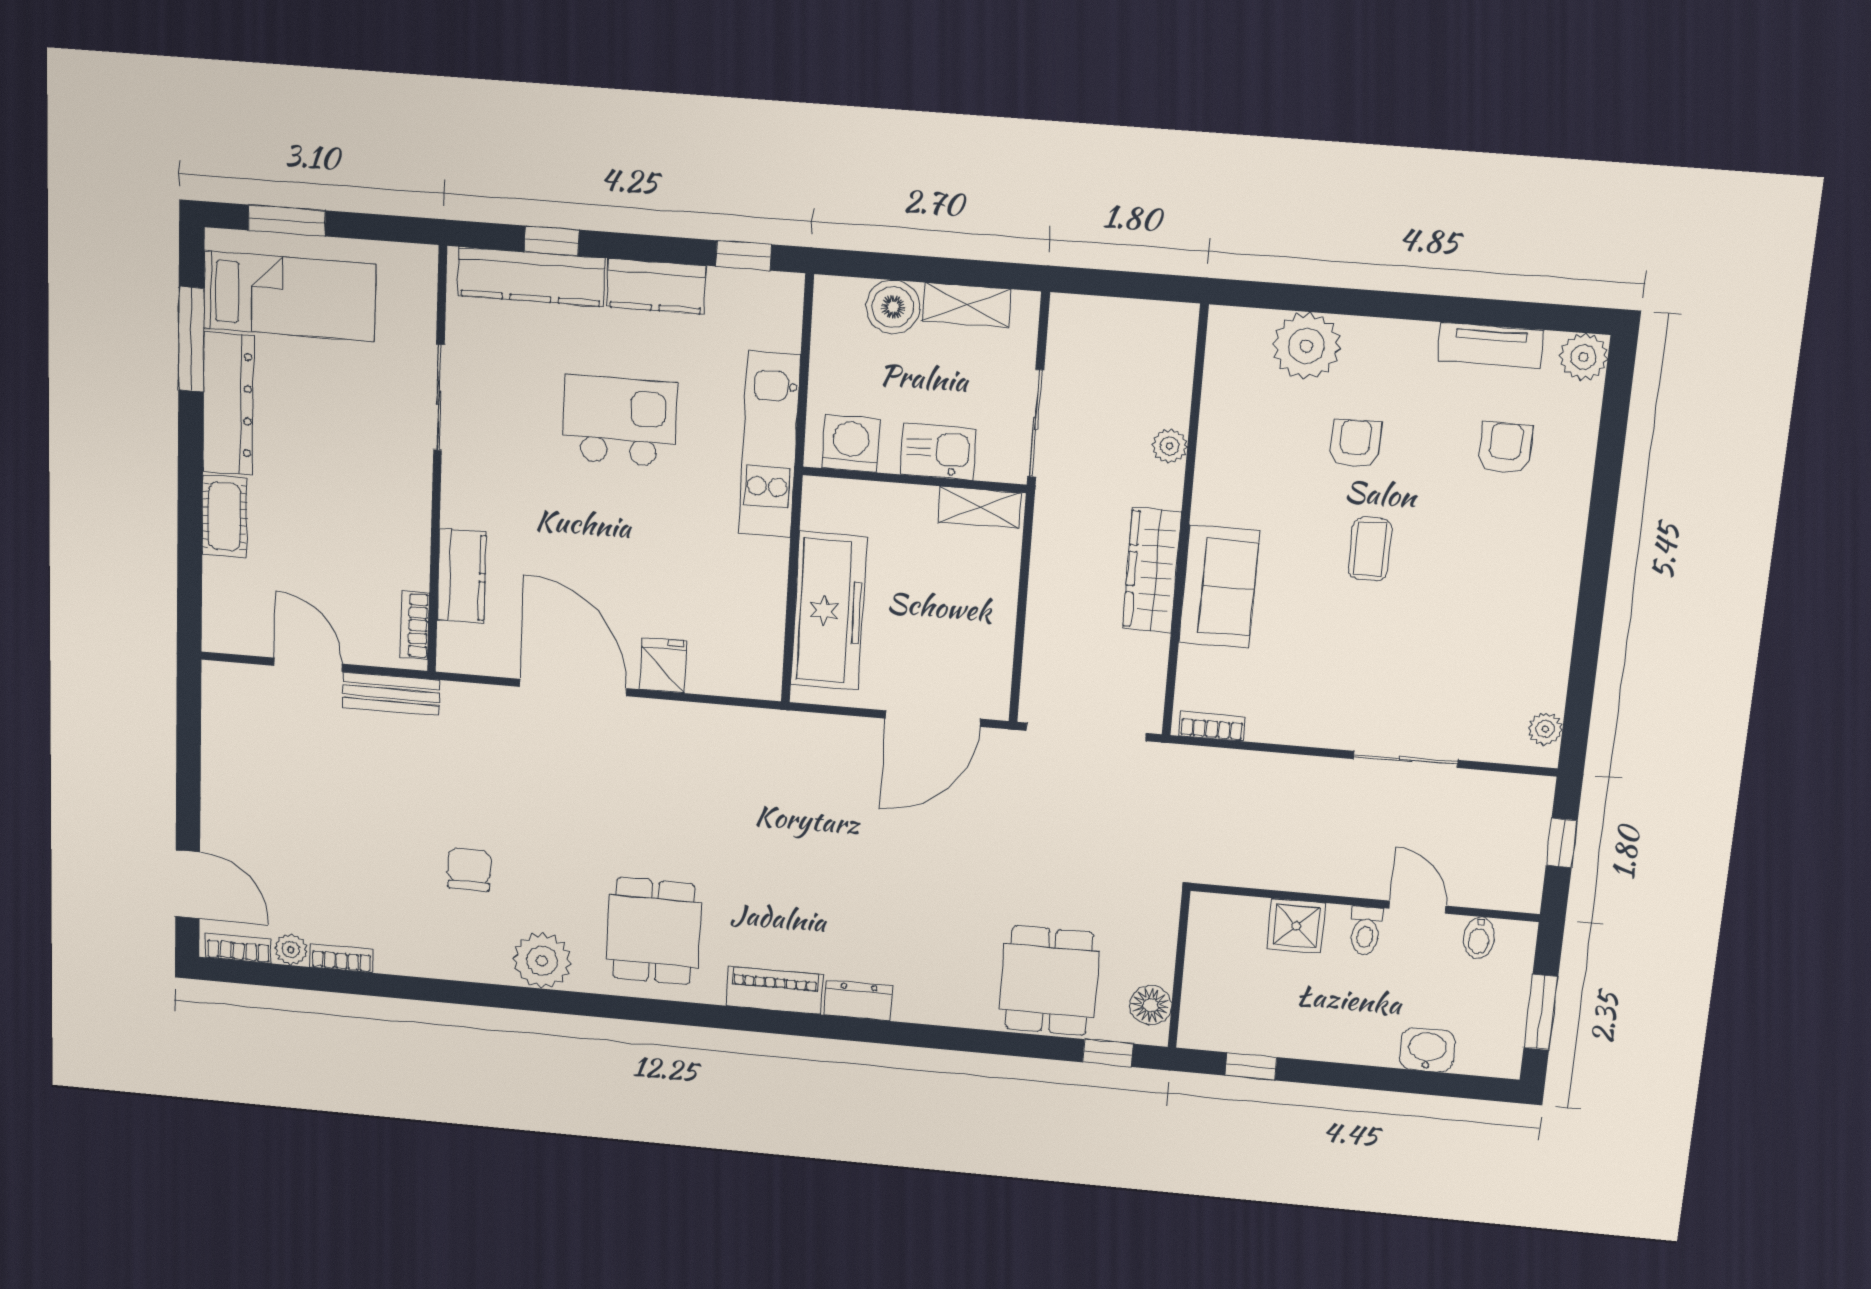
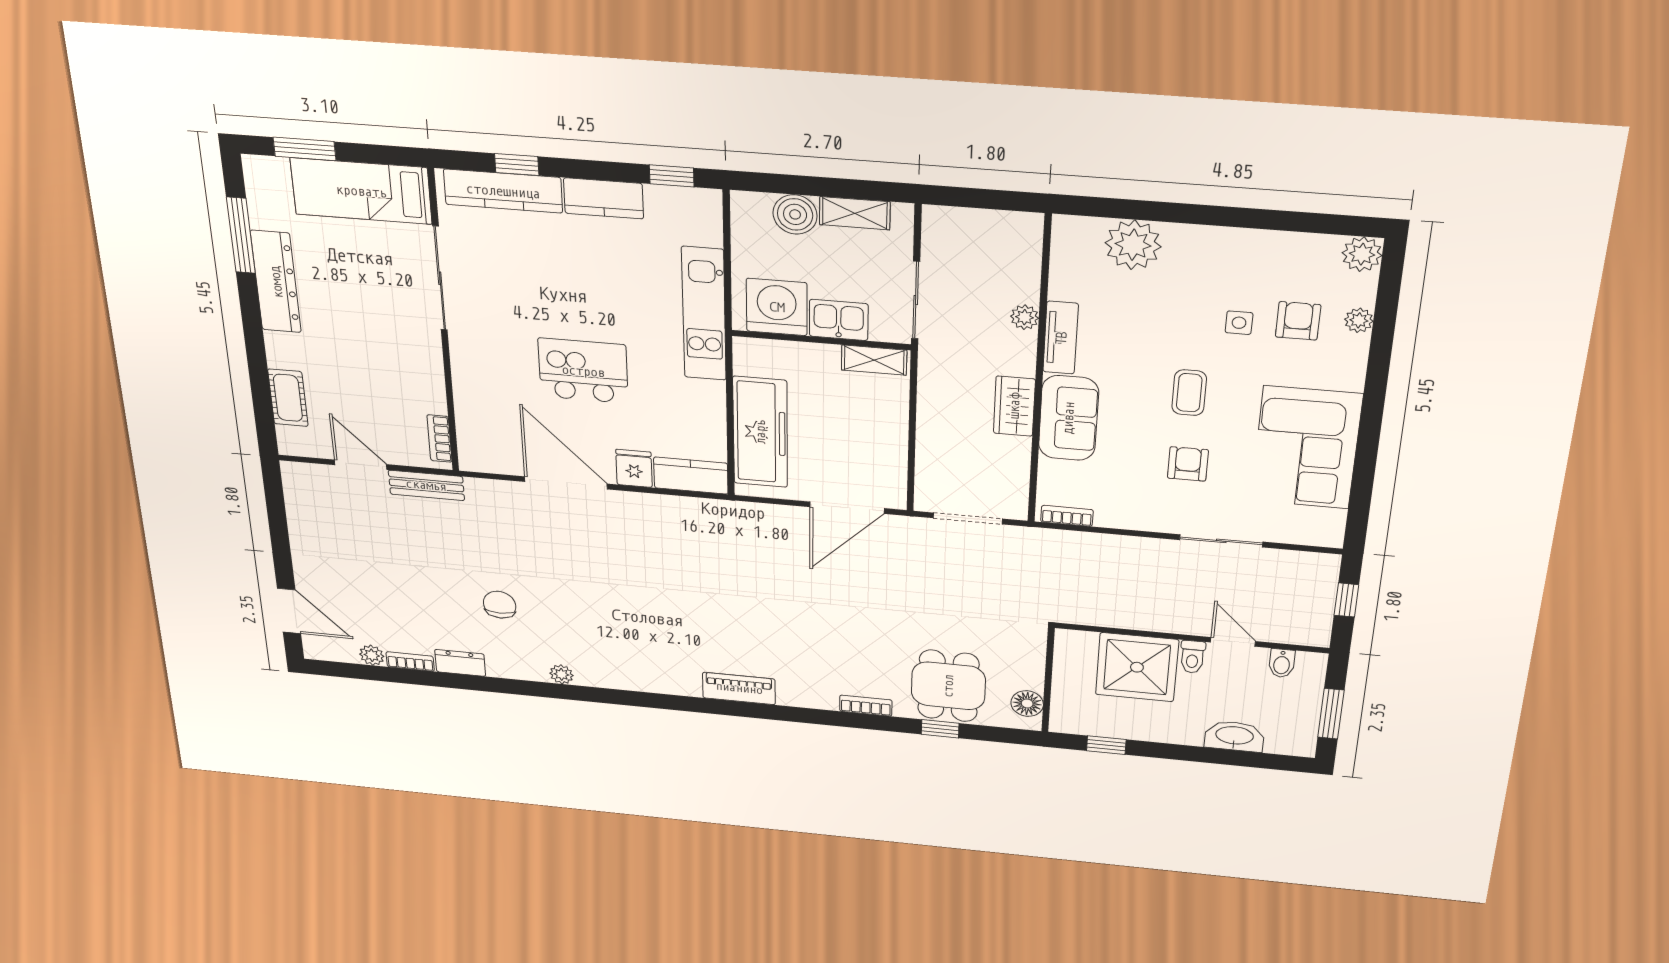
bed: (289, 296) -> (361, 191), moved, turned 180
tv unit: (1490, 345) -> (1061, 338), moved, turned -90
sliding door: (439, 398) -> (440, 278), width x1.37
kitchen island: (620, 421) -> (583, 371), moved
washing machine: (851, 443) -> (777, 307), width x1.37, depth x1.37
armchair: (1355, 444) -> (1188, 464), moved
side table: (1433, 451) -> (1239, 323), added
cot: (224, 516) -> (288, 398), moved
wardrobe: (1152, 570) -> (1014, 406), width x0.67
kitchen counter: (462, 576) -> (691, 476), moved, turned -90
corner sofa: (1514, 625) -> (1306, 448), added
plant: (1545, 729) -> (1359, 320), moved
doorway: (1086, 732) -> (968, 518), width x0.73
shower: (1296, 926) -> (1137, 667), width x1.86, depth x1.86
dining table: (654, 931) -> (643, 648), removed
bookcase: (238, 948) -> (866, 706), moved
plant: (542, 961) -> (561, 674), width x0.53, depth x0.53
dresser: (858, 1001) -> (460, 663), moved
washbasin: (1427, 1050) -> (1234, 736), width x1.38
window: (1108, 1053) -> (940, 729), moved

